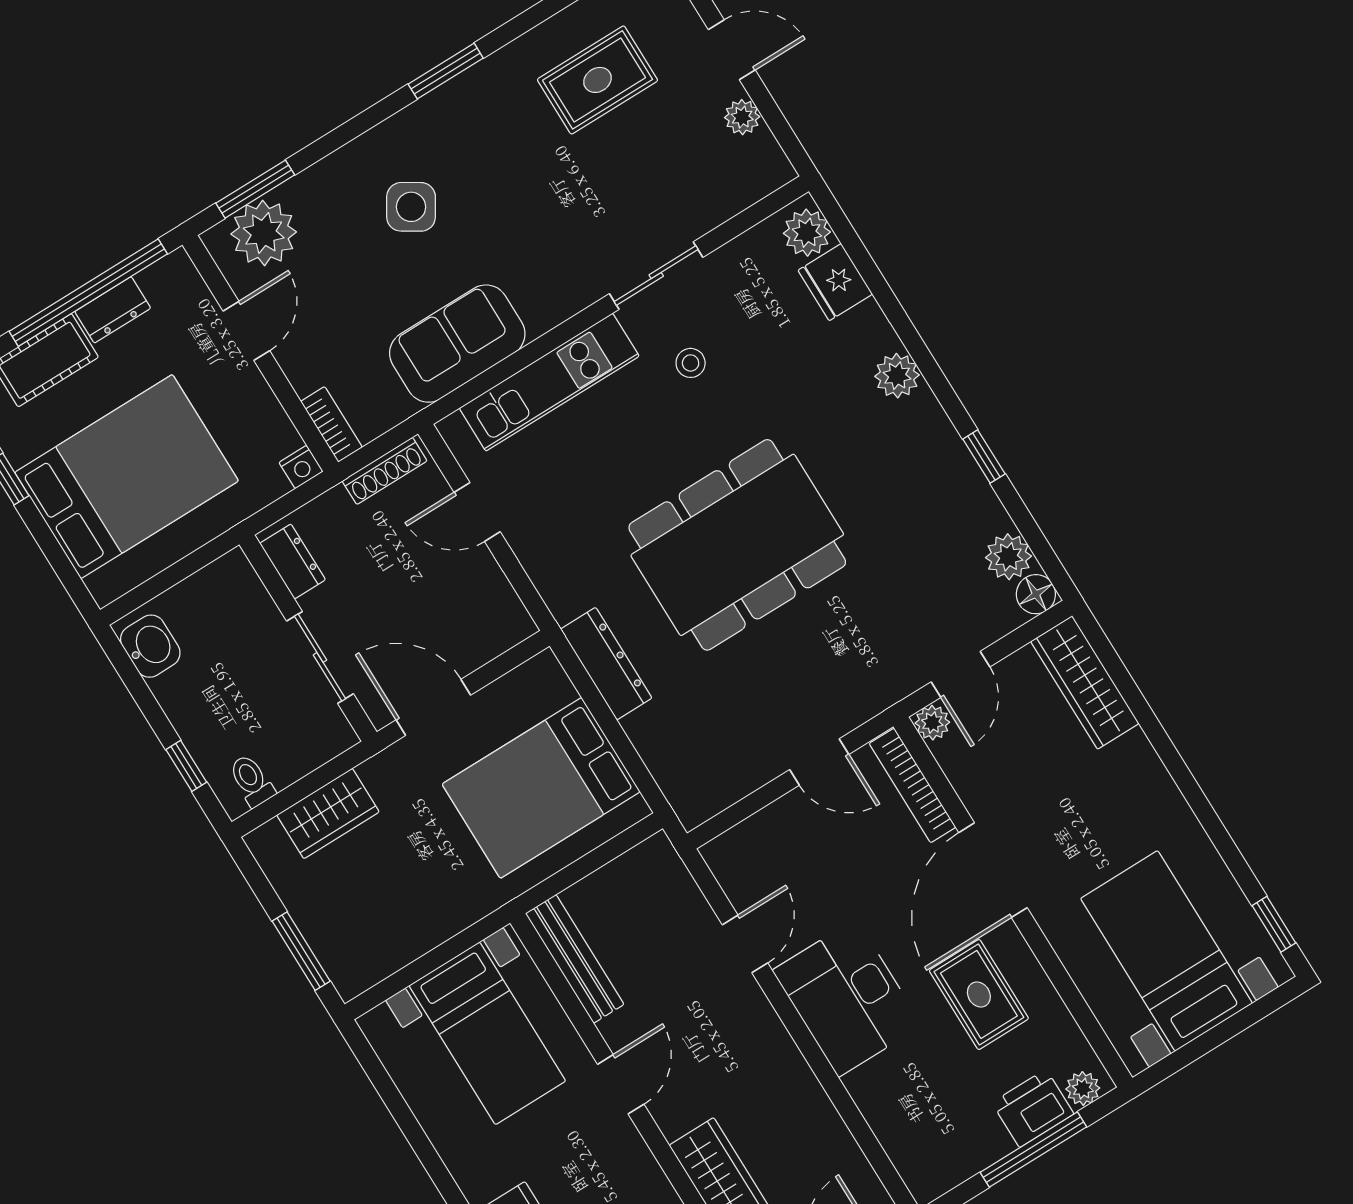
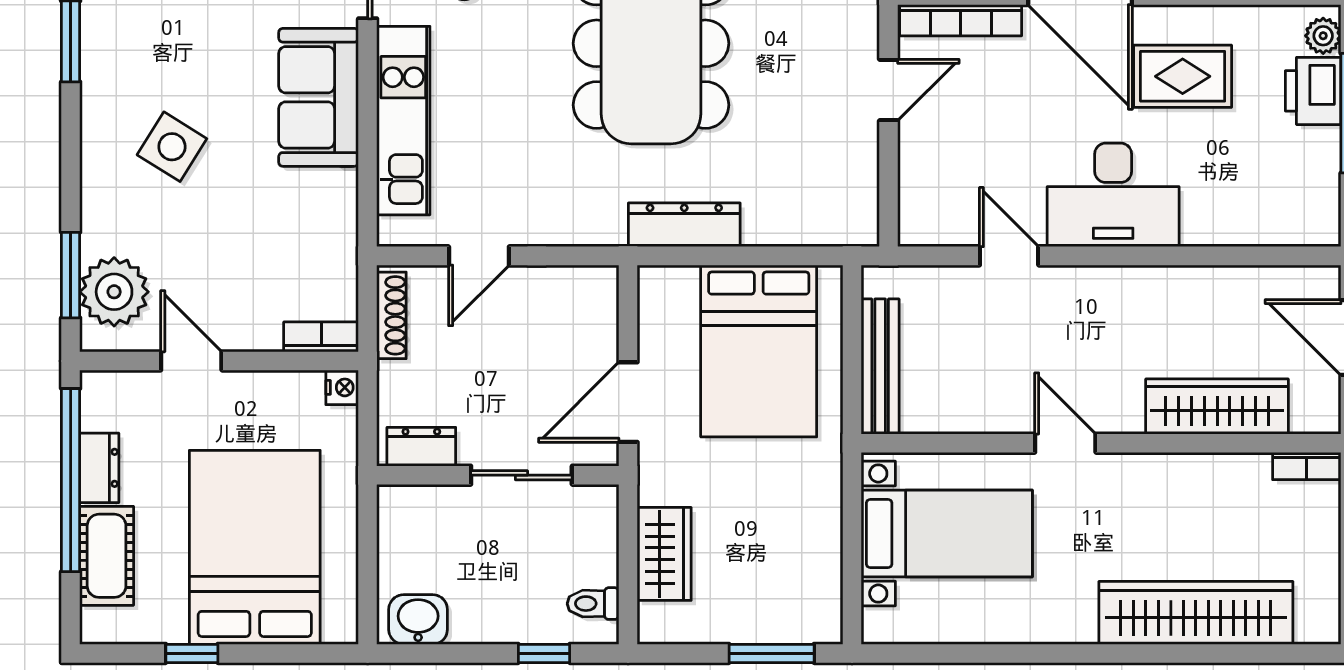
sofa: (457, 344) -> (319, 97), moved
bench: (575, 959) -> (880, 366), moved, turned 90

